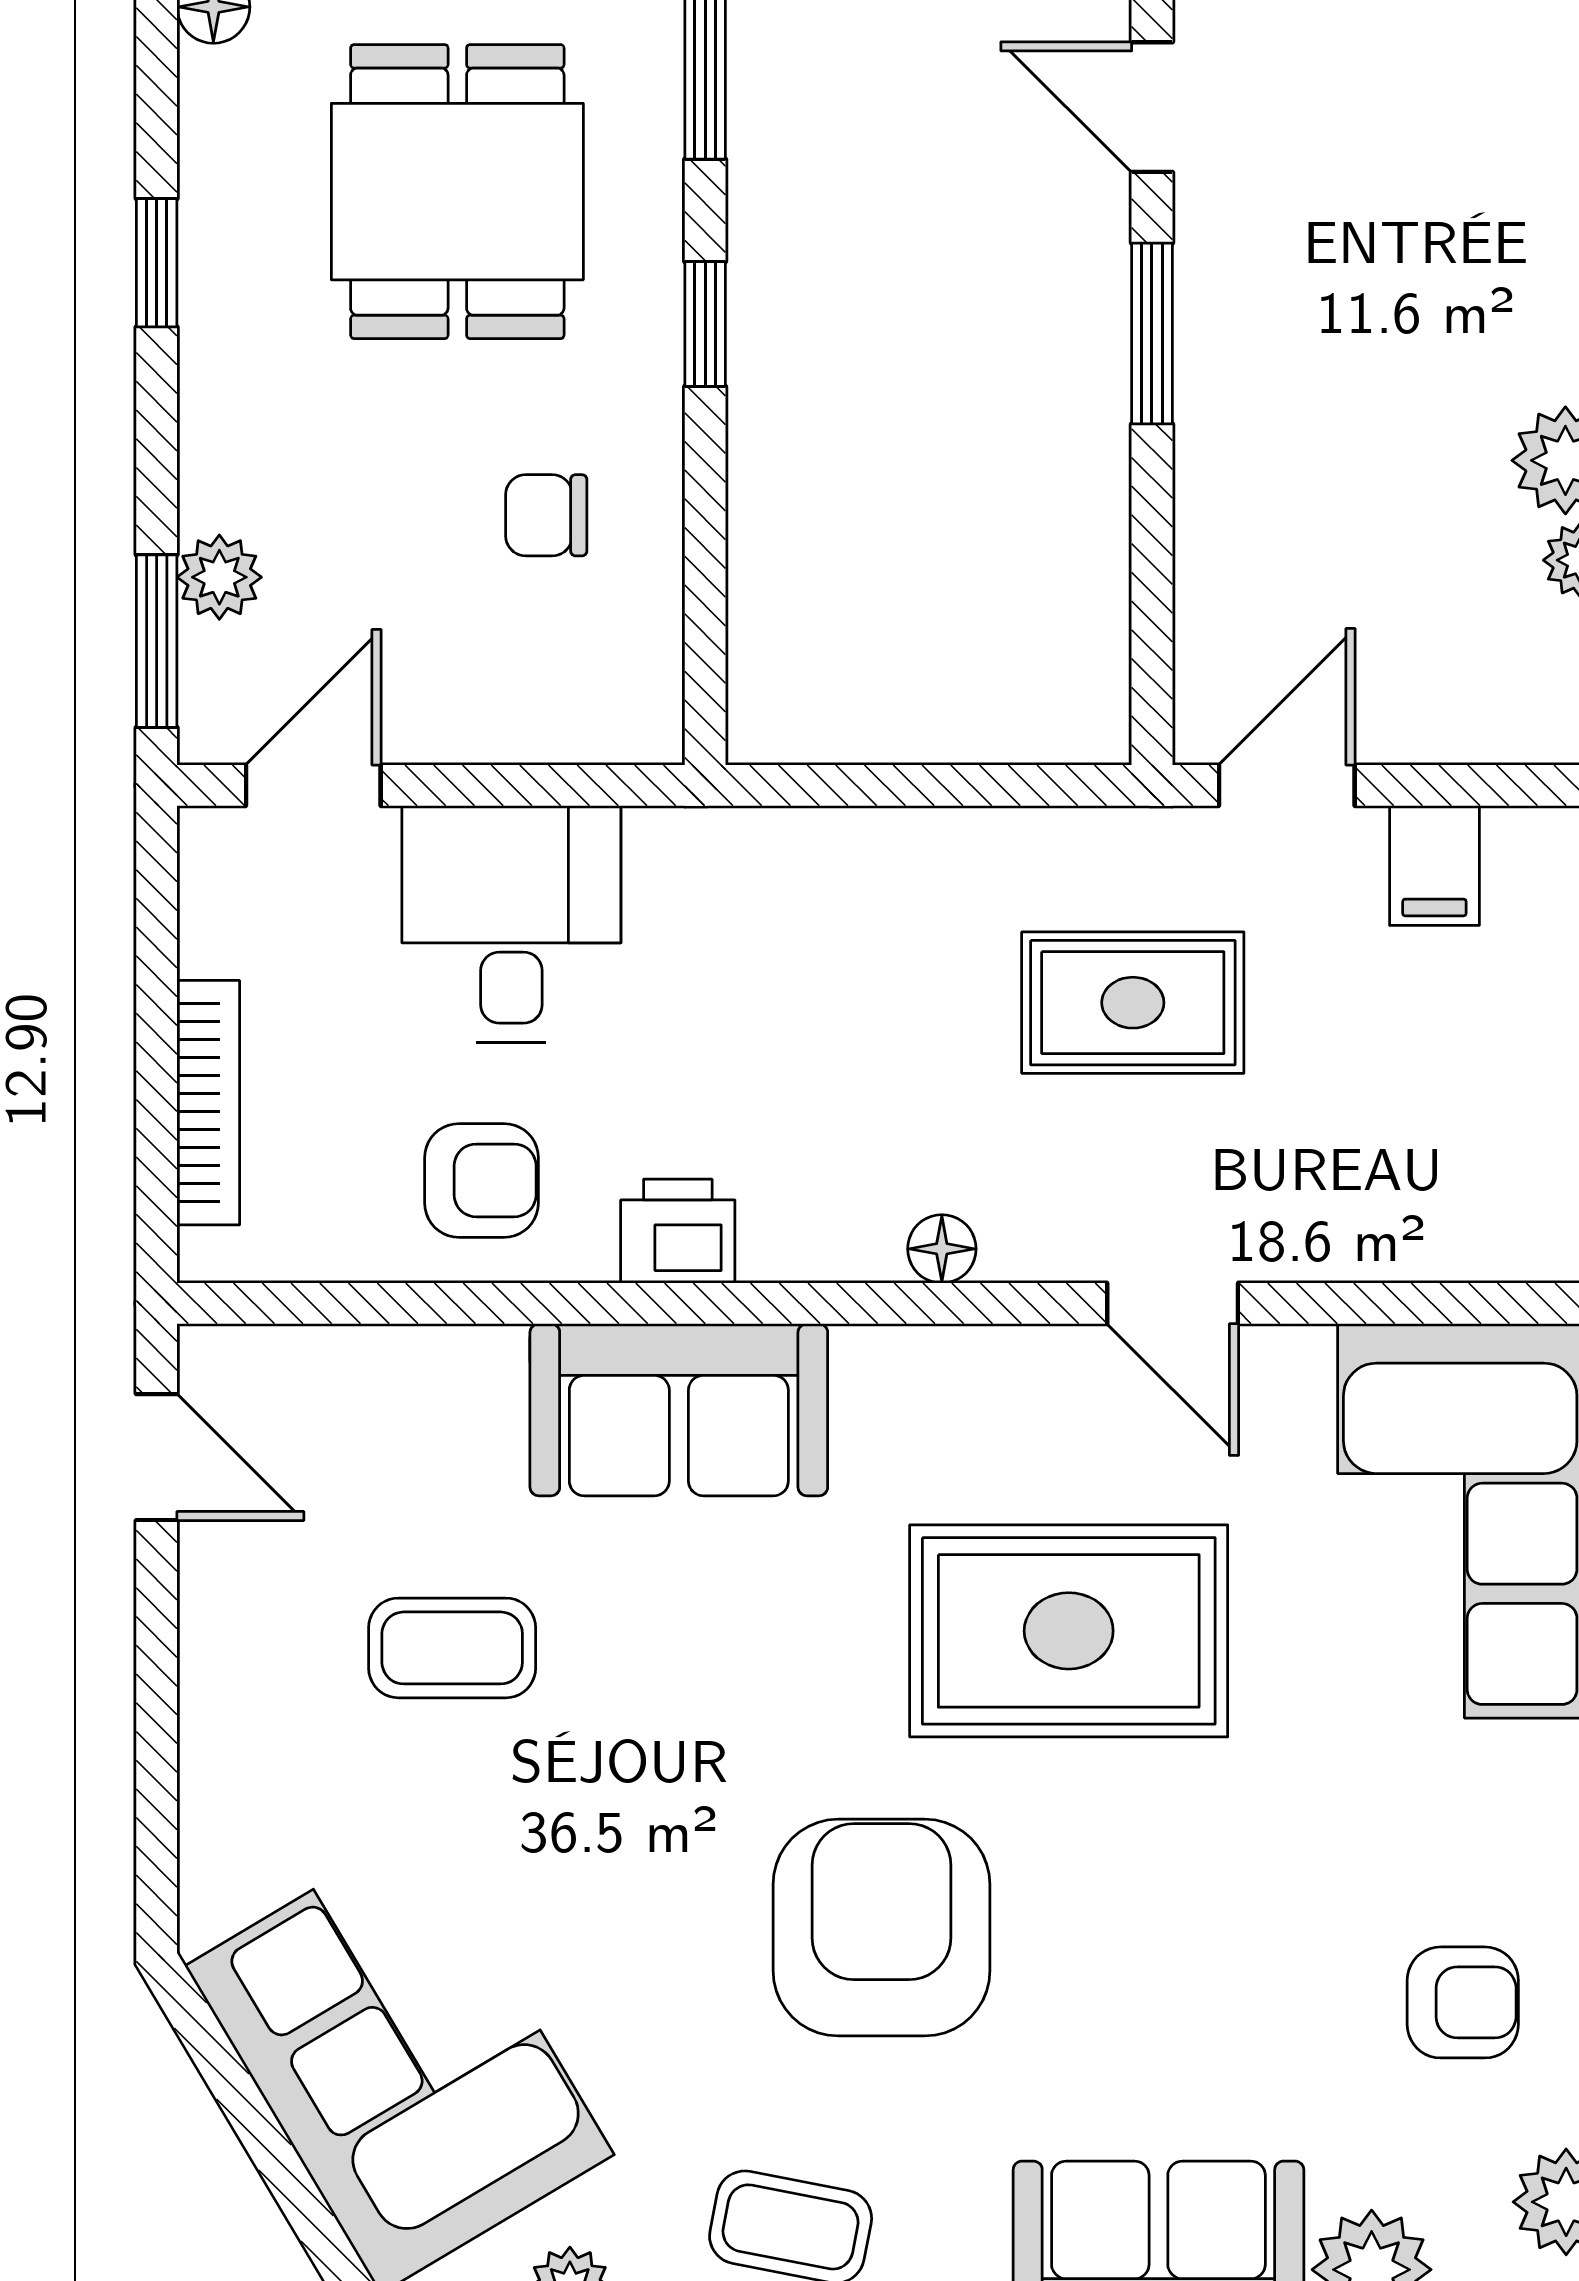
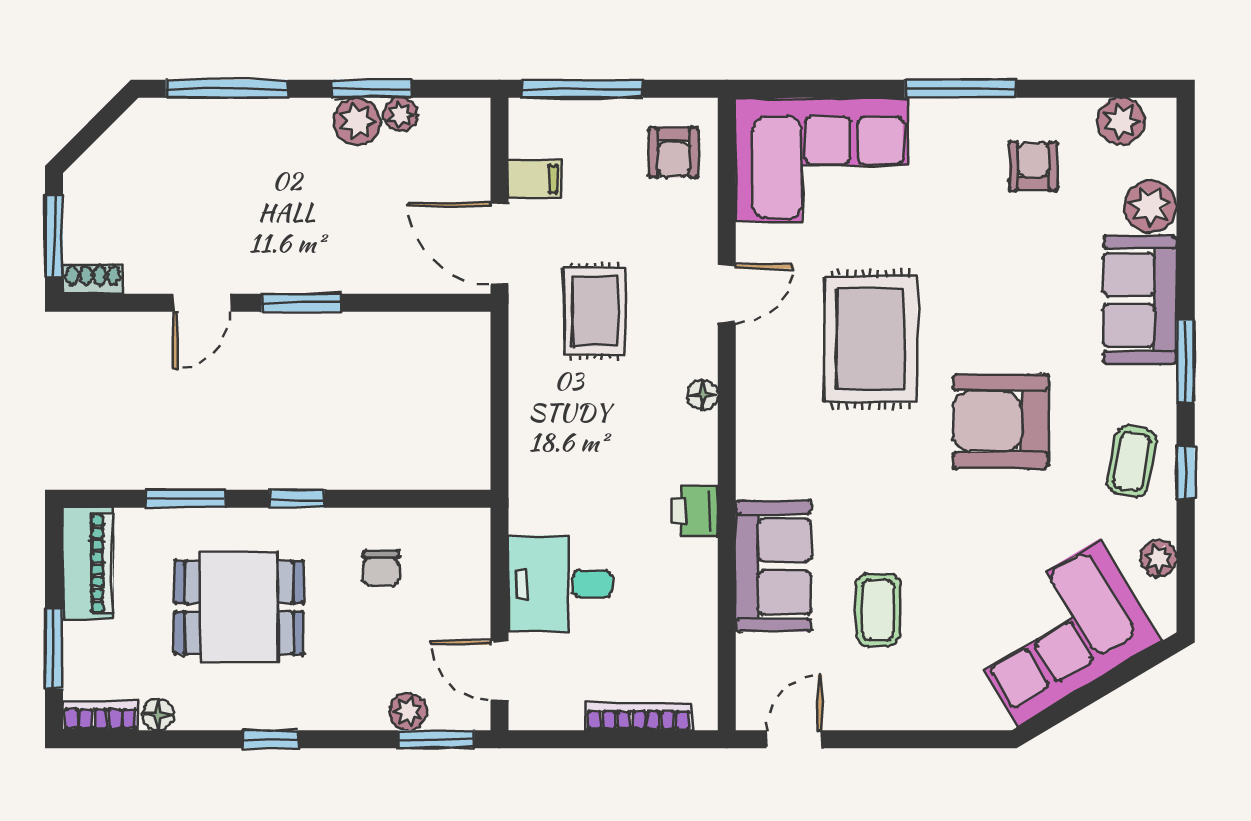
door: (1287, 785) -> (499, 244), width x1.38
armchair: (481, 1180) -> (674, 153), moved, turned 180
sofa: (679, 1410) -> (773, 566), moved

